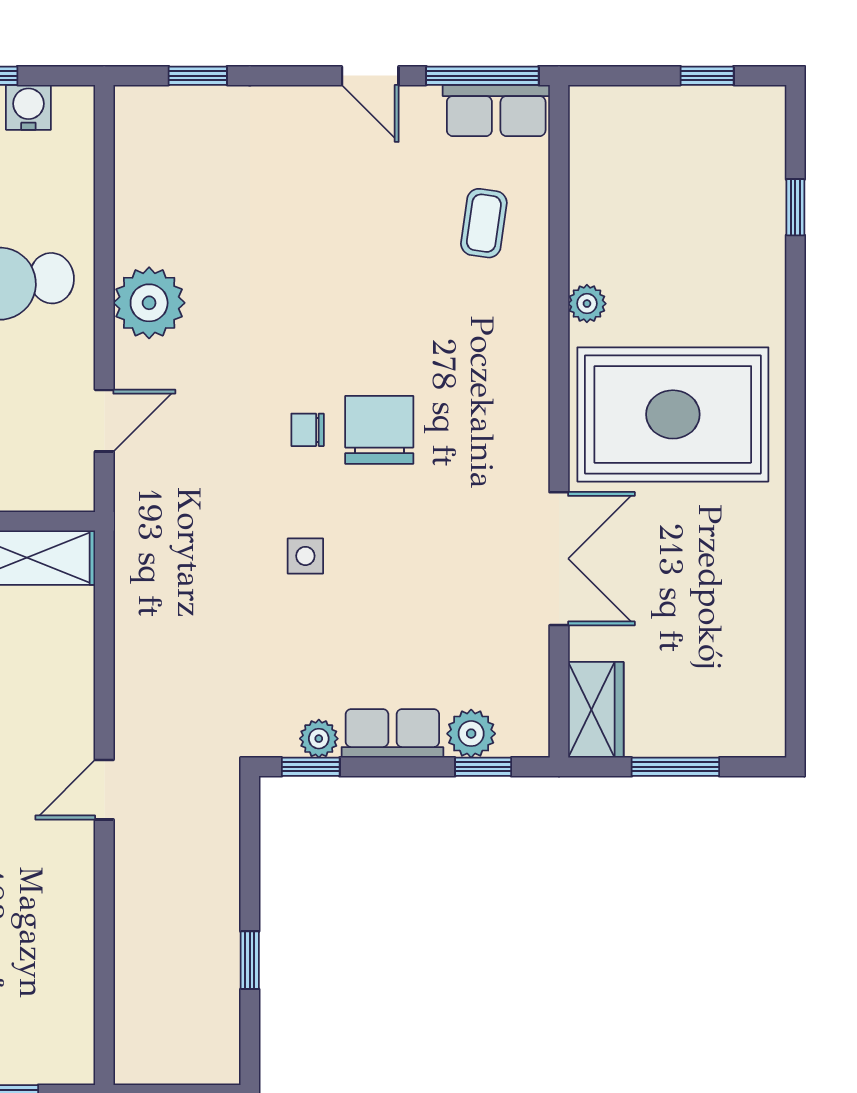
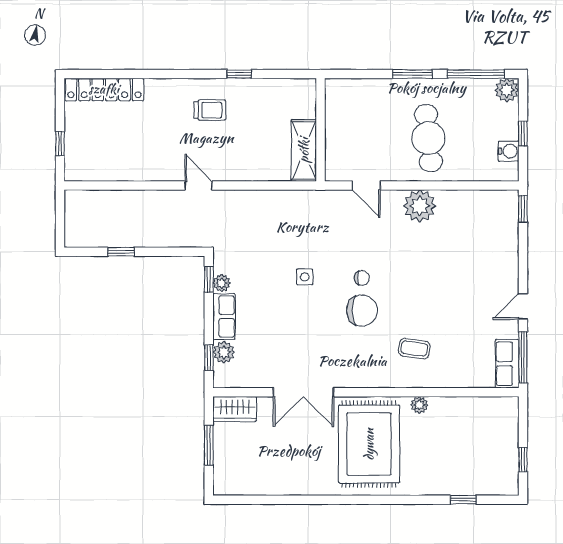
window: (198, 76) -> (523, 209), moved
coffee table: (484, 223) -> (414, 349), moved
chair: (308, 430) -> (362, 278), turned 90

